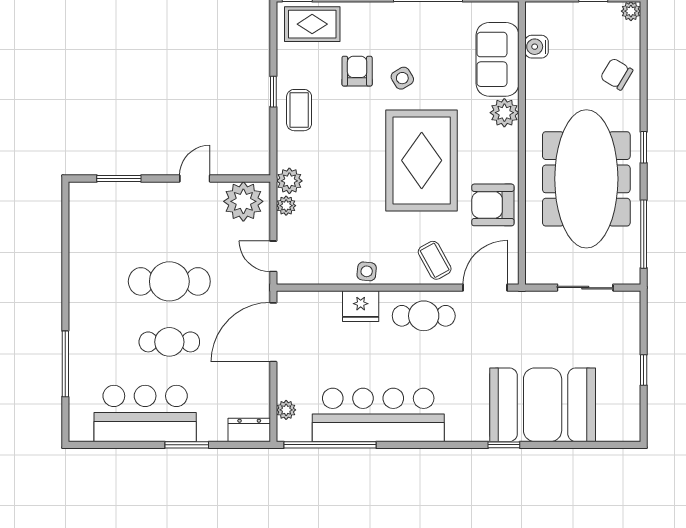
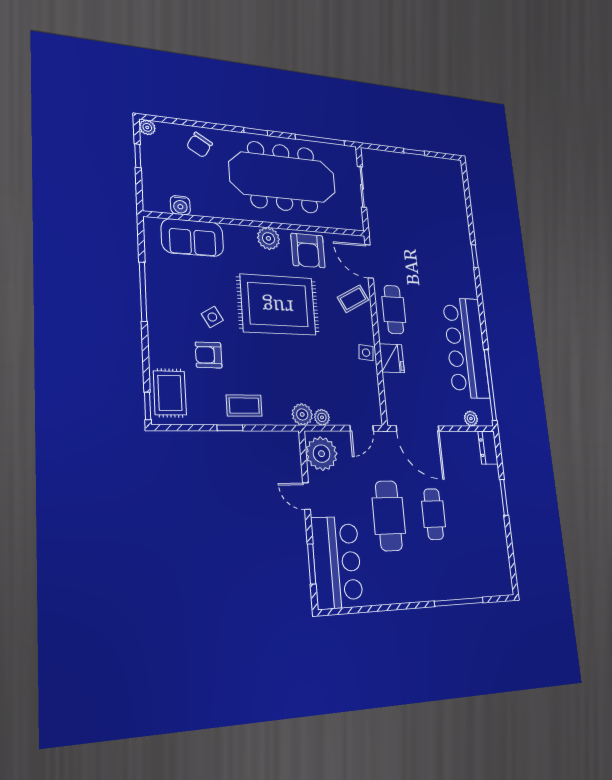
plant: (504, 113) -> (268, 238), moved
booth: (543, 405) -> (445, 226), removed
bar counter: (145, 413) -> (337, 562), moved, turned 180

